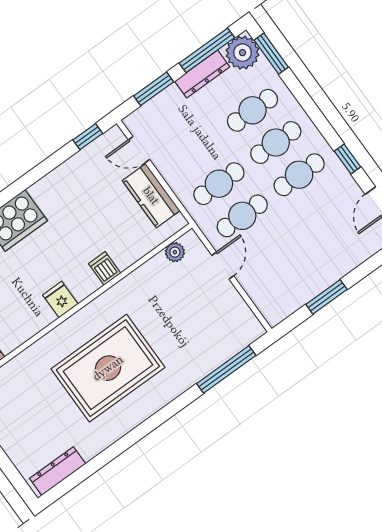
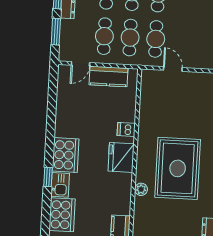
window: (88, 137) -> (53, 84), removed
cafe table: (196, 151) -> (104, 36), added
plant: (175, 252) -> (141, 189), moved
fridge: (60, 300) -> (121, 157), width x1.88, depth x1.34

